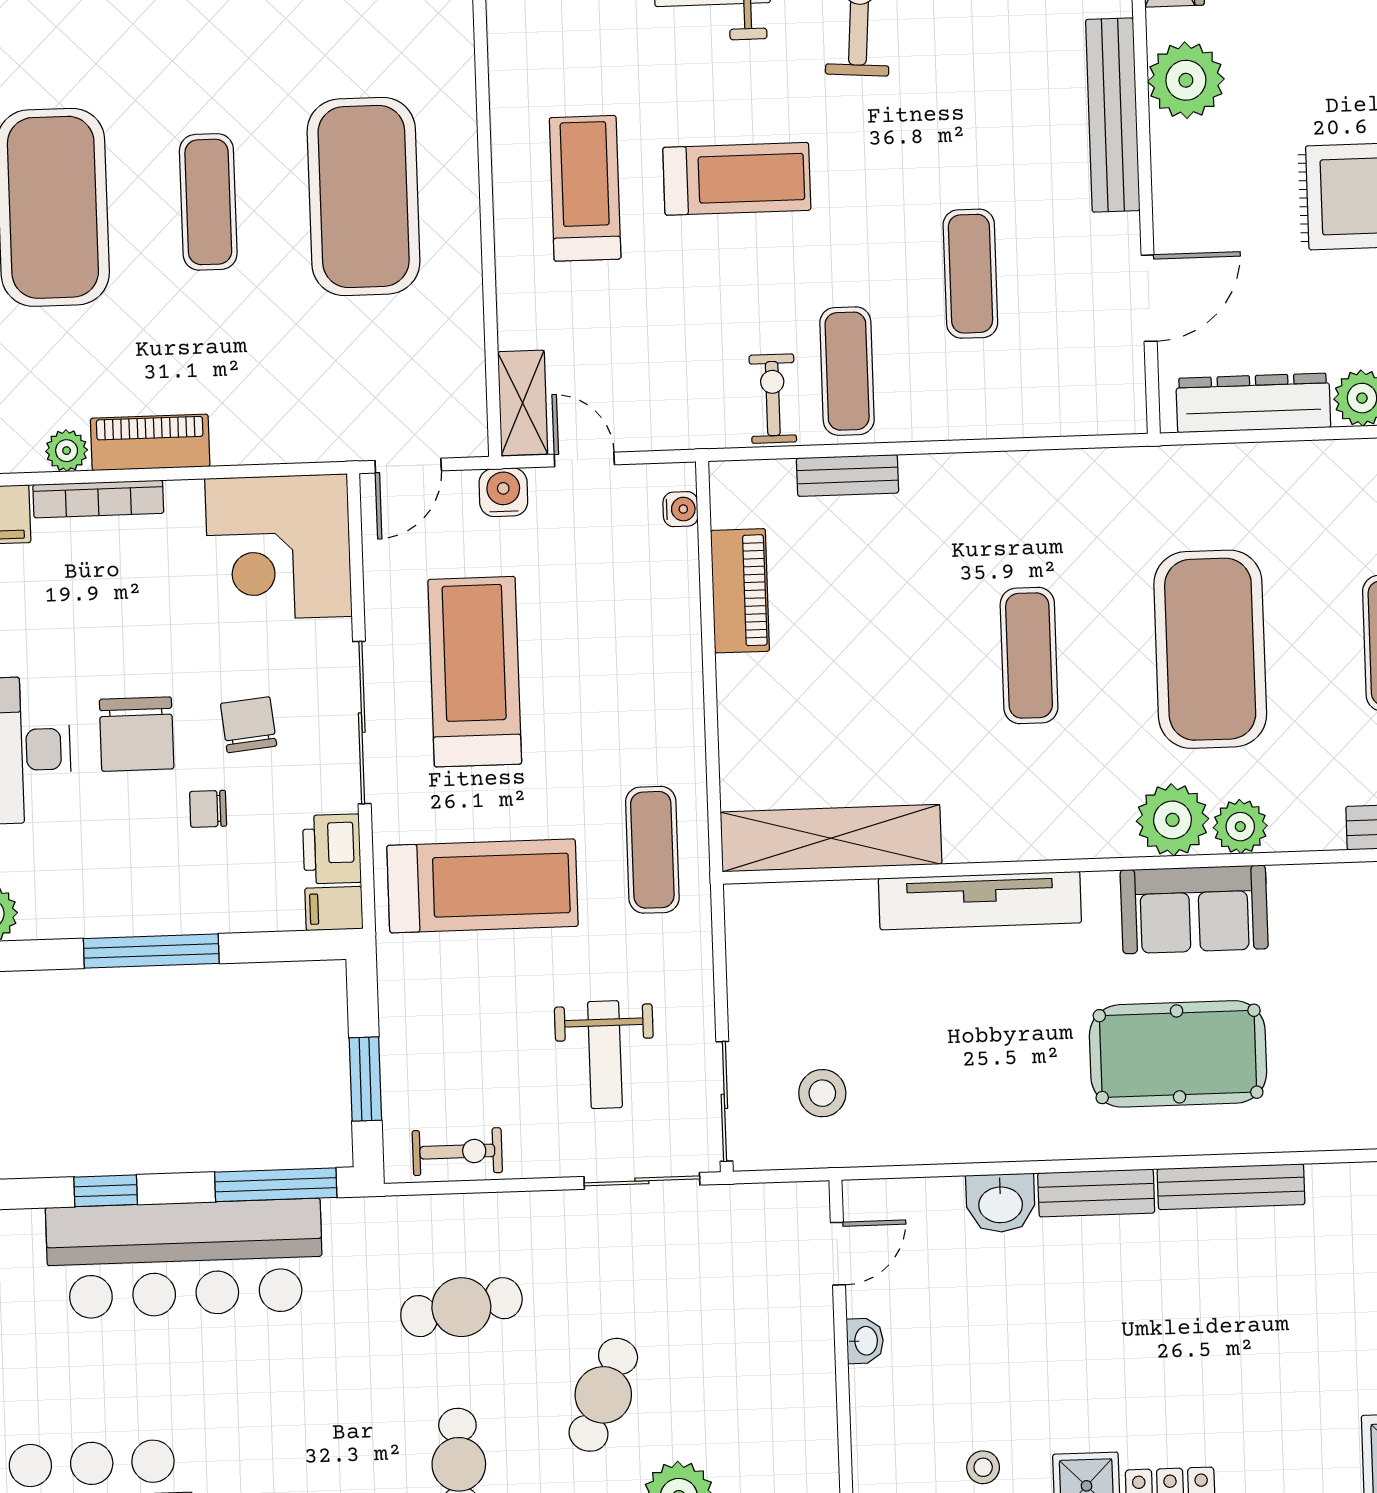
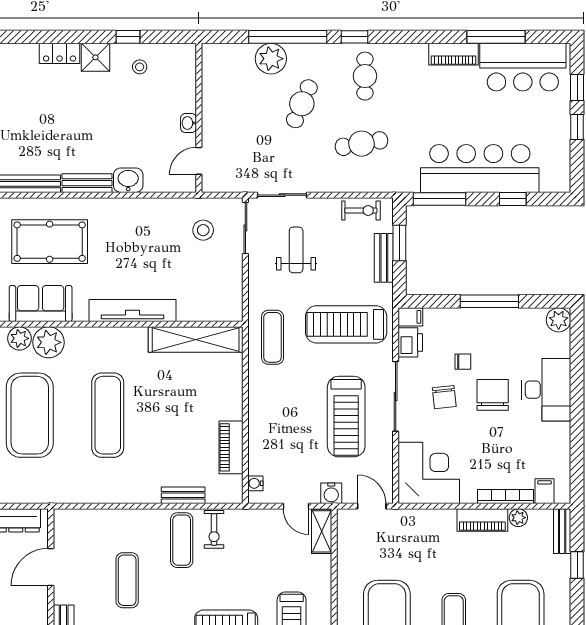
door: (408, 466) -> (372, 506), hinge flipped
exercise mat: (1029, 656) -> (108, 415), width x1.36, depth x1.45
bench: (401, 1043) -> (384, 258), added
exercise bike: (457, 1152) -> (361, 210), turned 180

